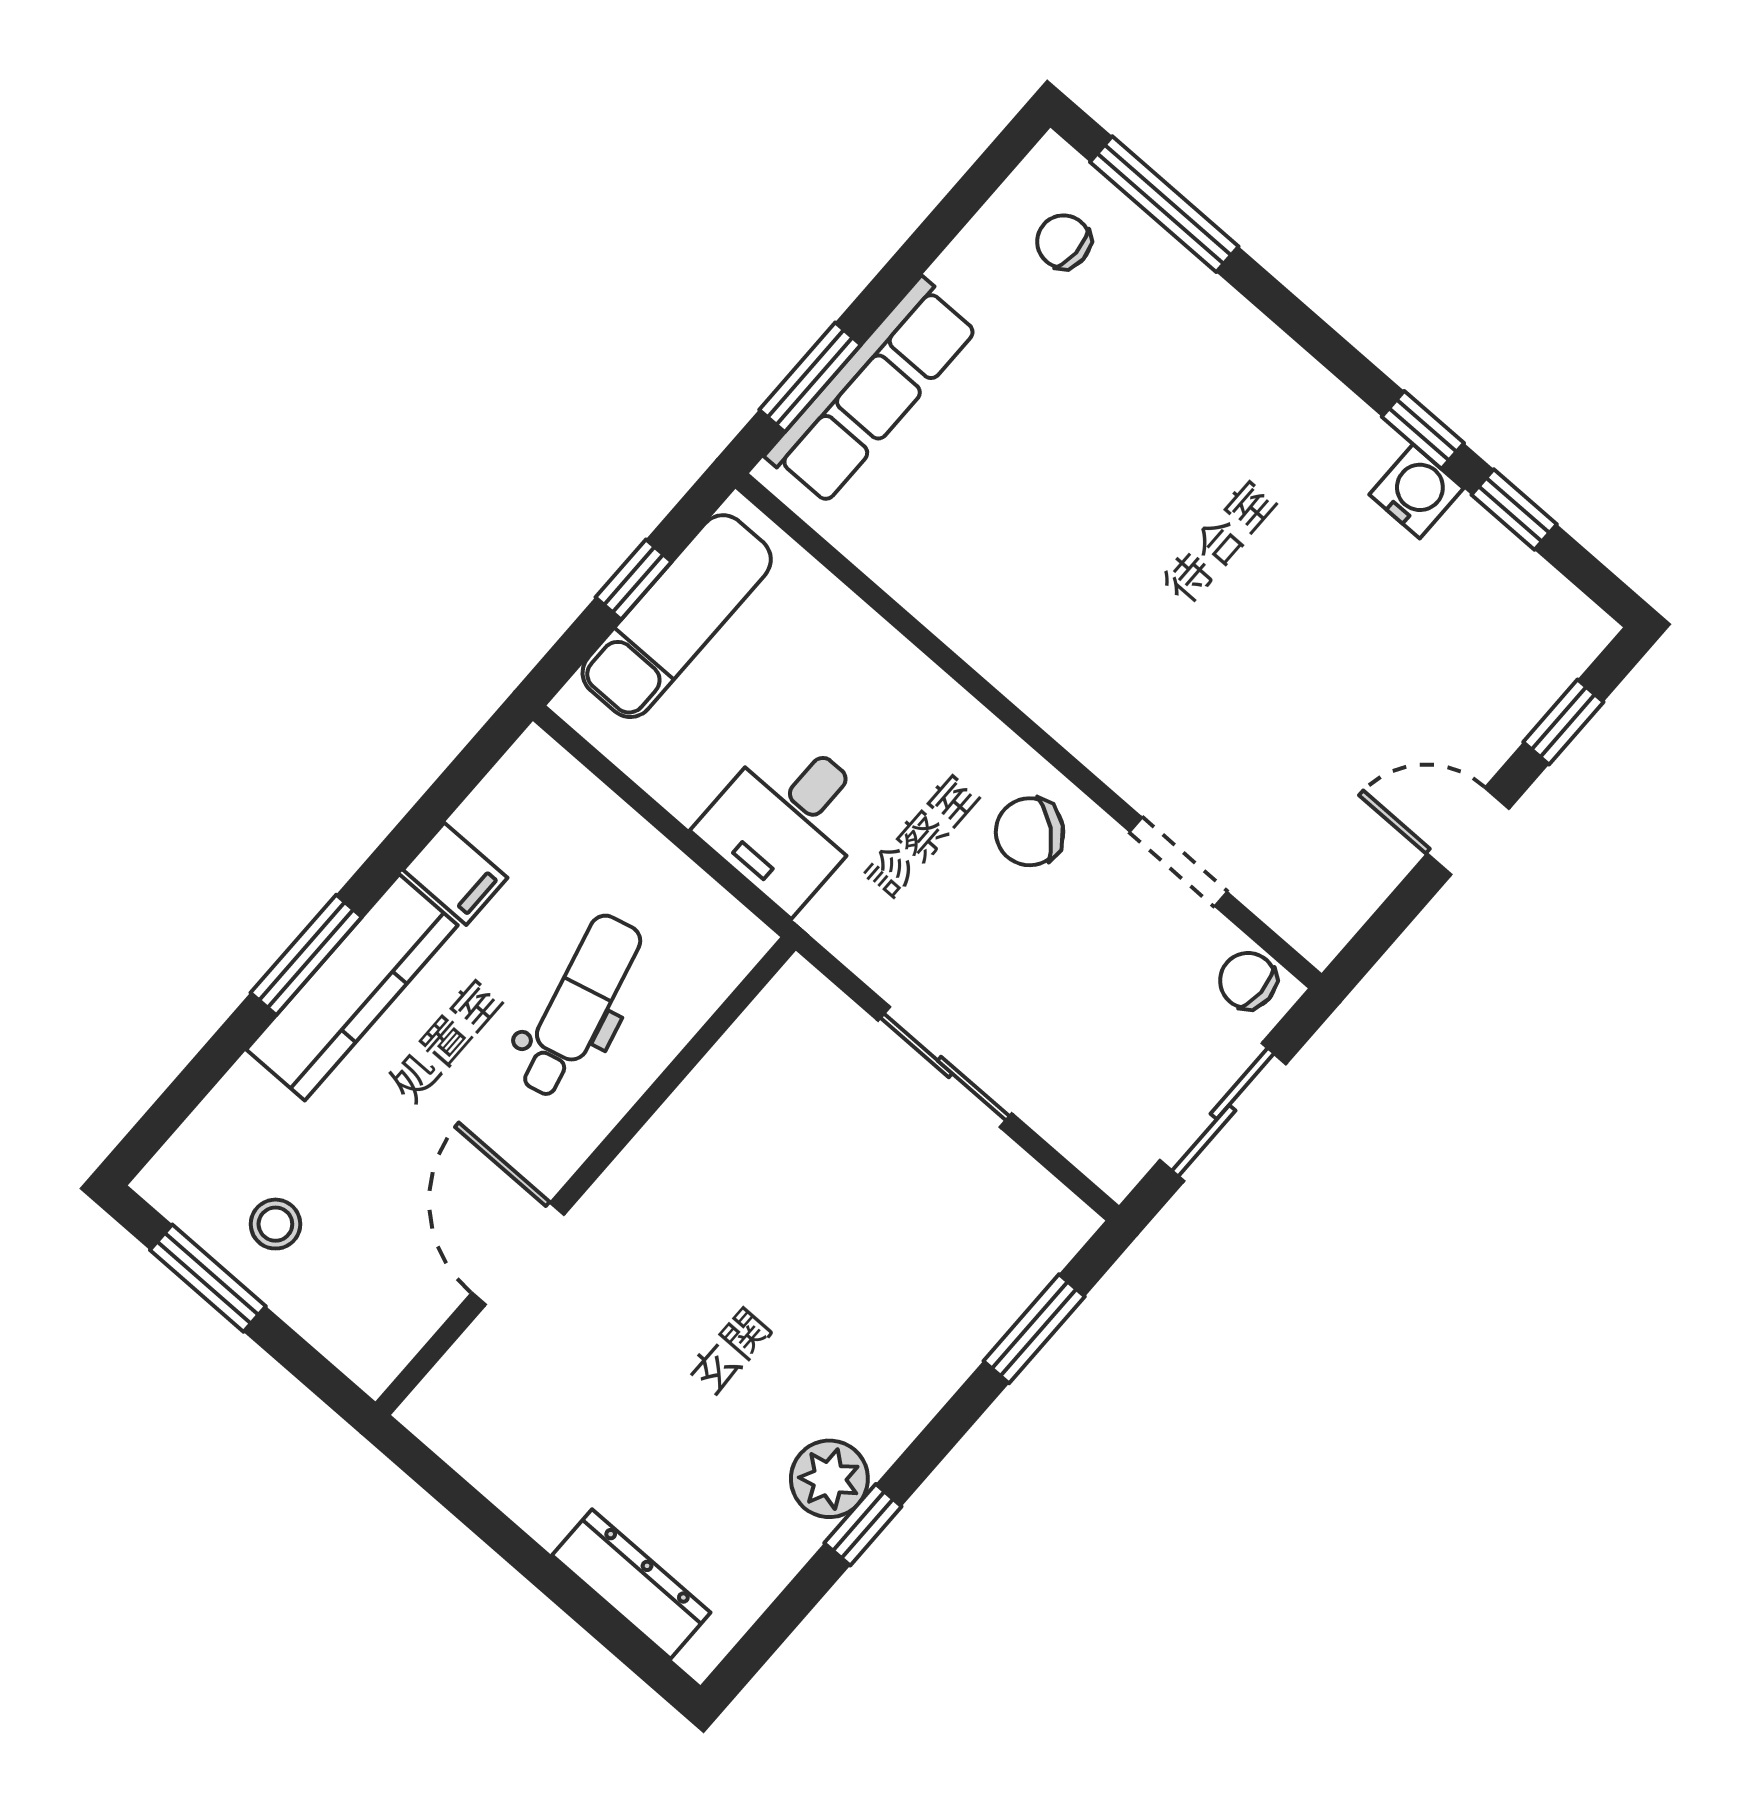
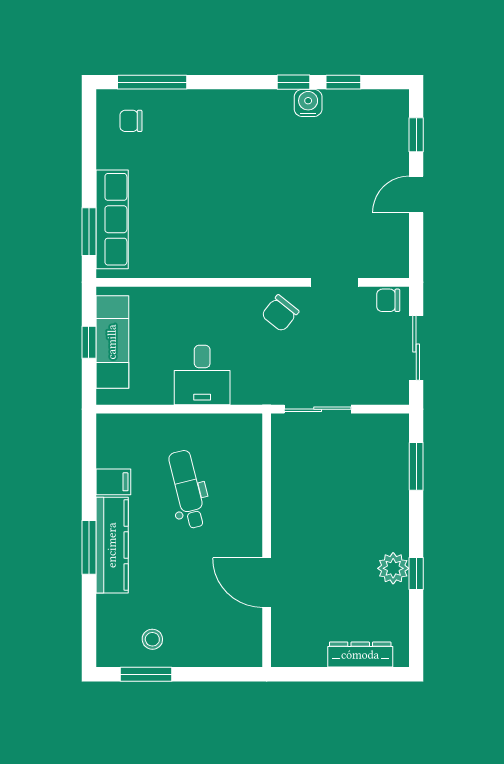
wall: (586, 1176) -> (267, 540), moved
door: (518, 1254) -> (267, 583), moved

